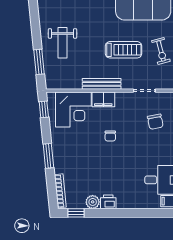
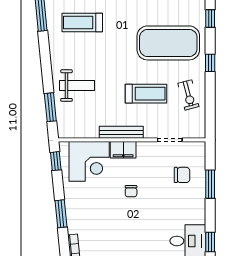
weight bench: (62, 43) -> (77, 86), turned -90
chair: (155, 122) -> (182, 175), turned -79

